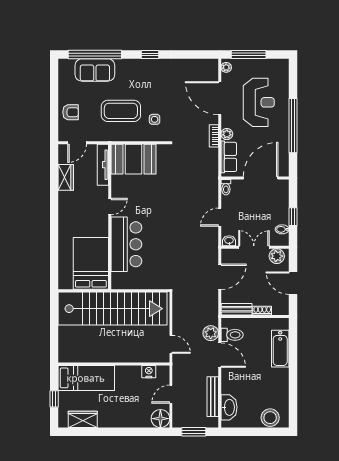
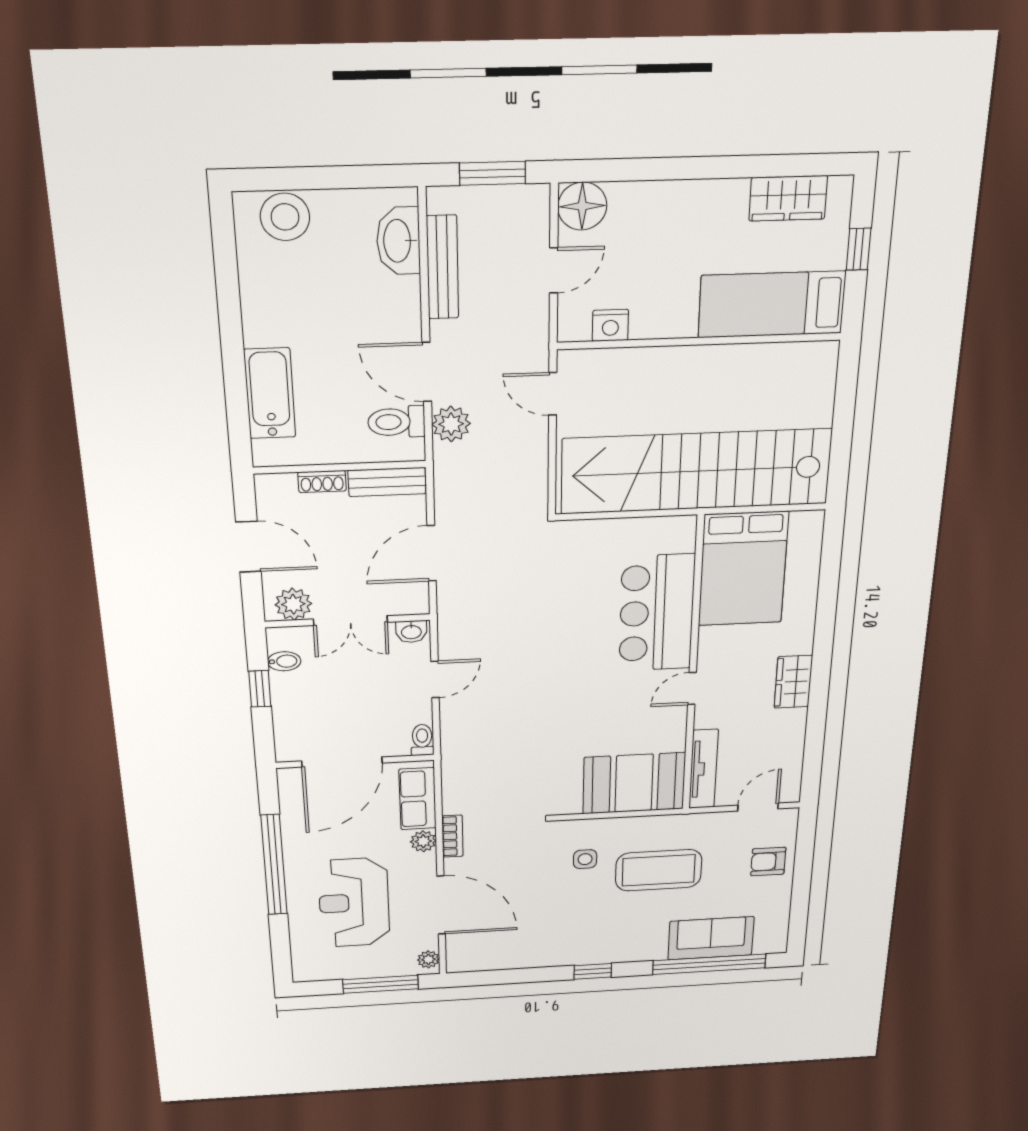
wardrobe: (66, 177) -> (793, 682), moved

